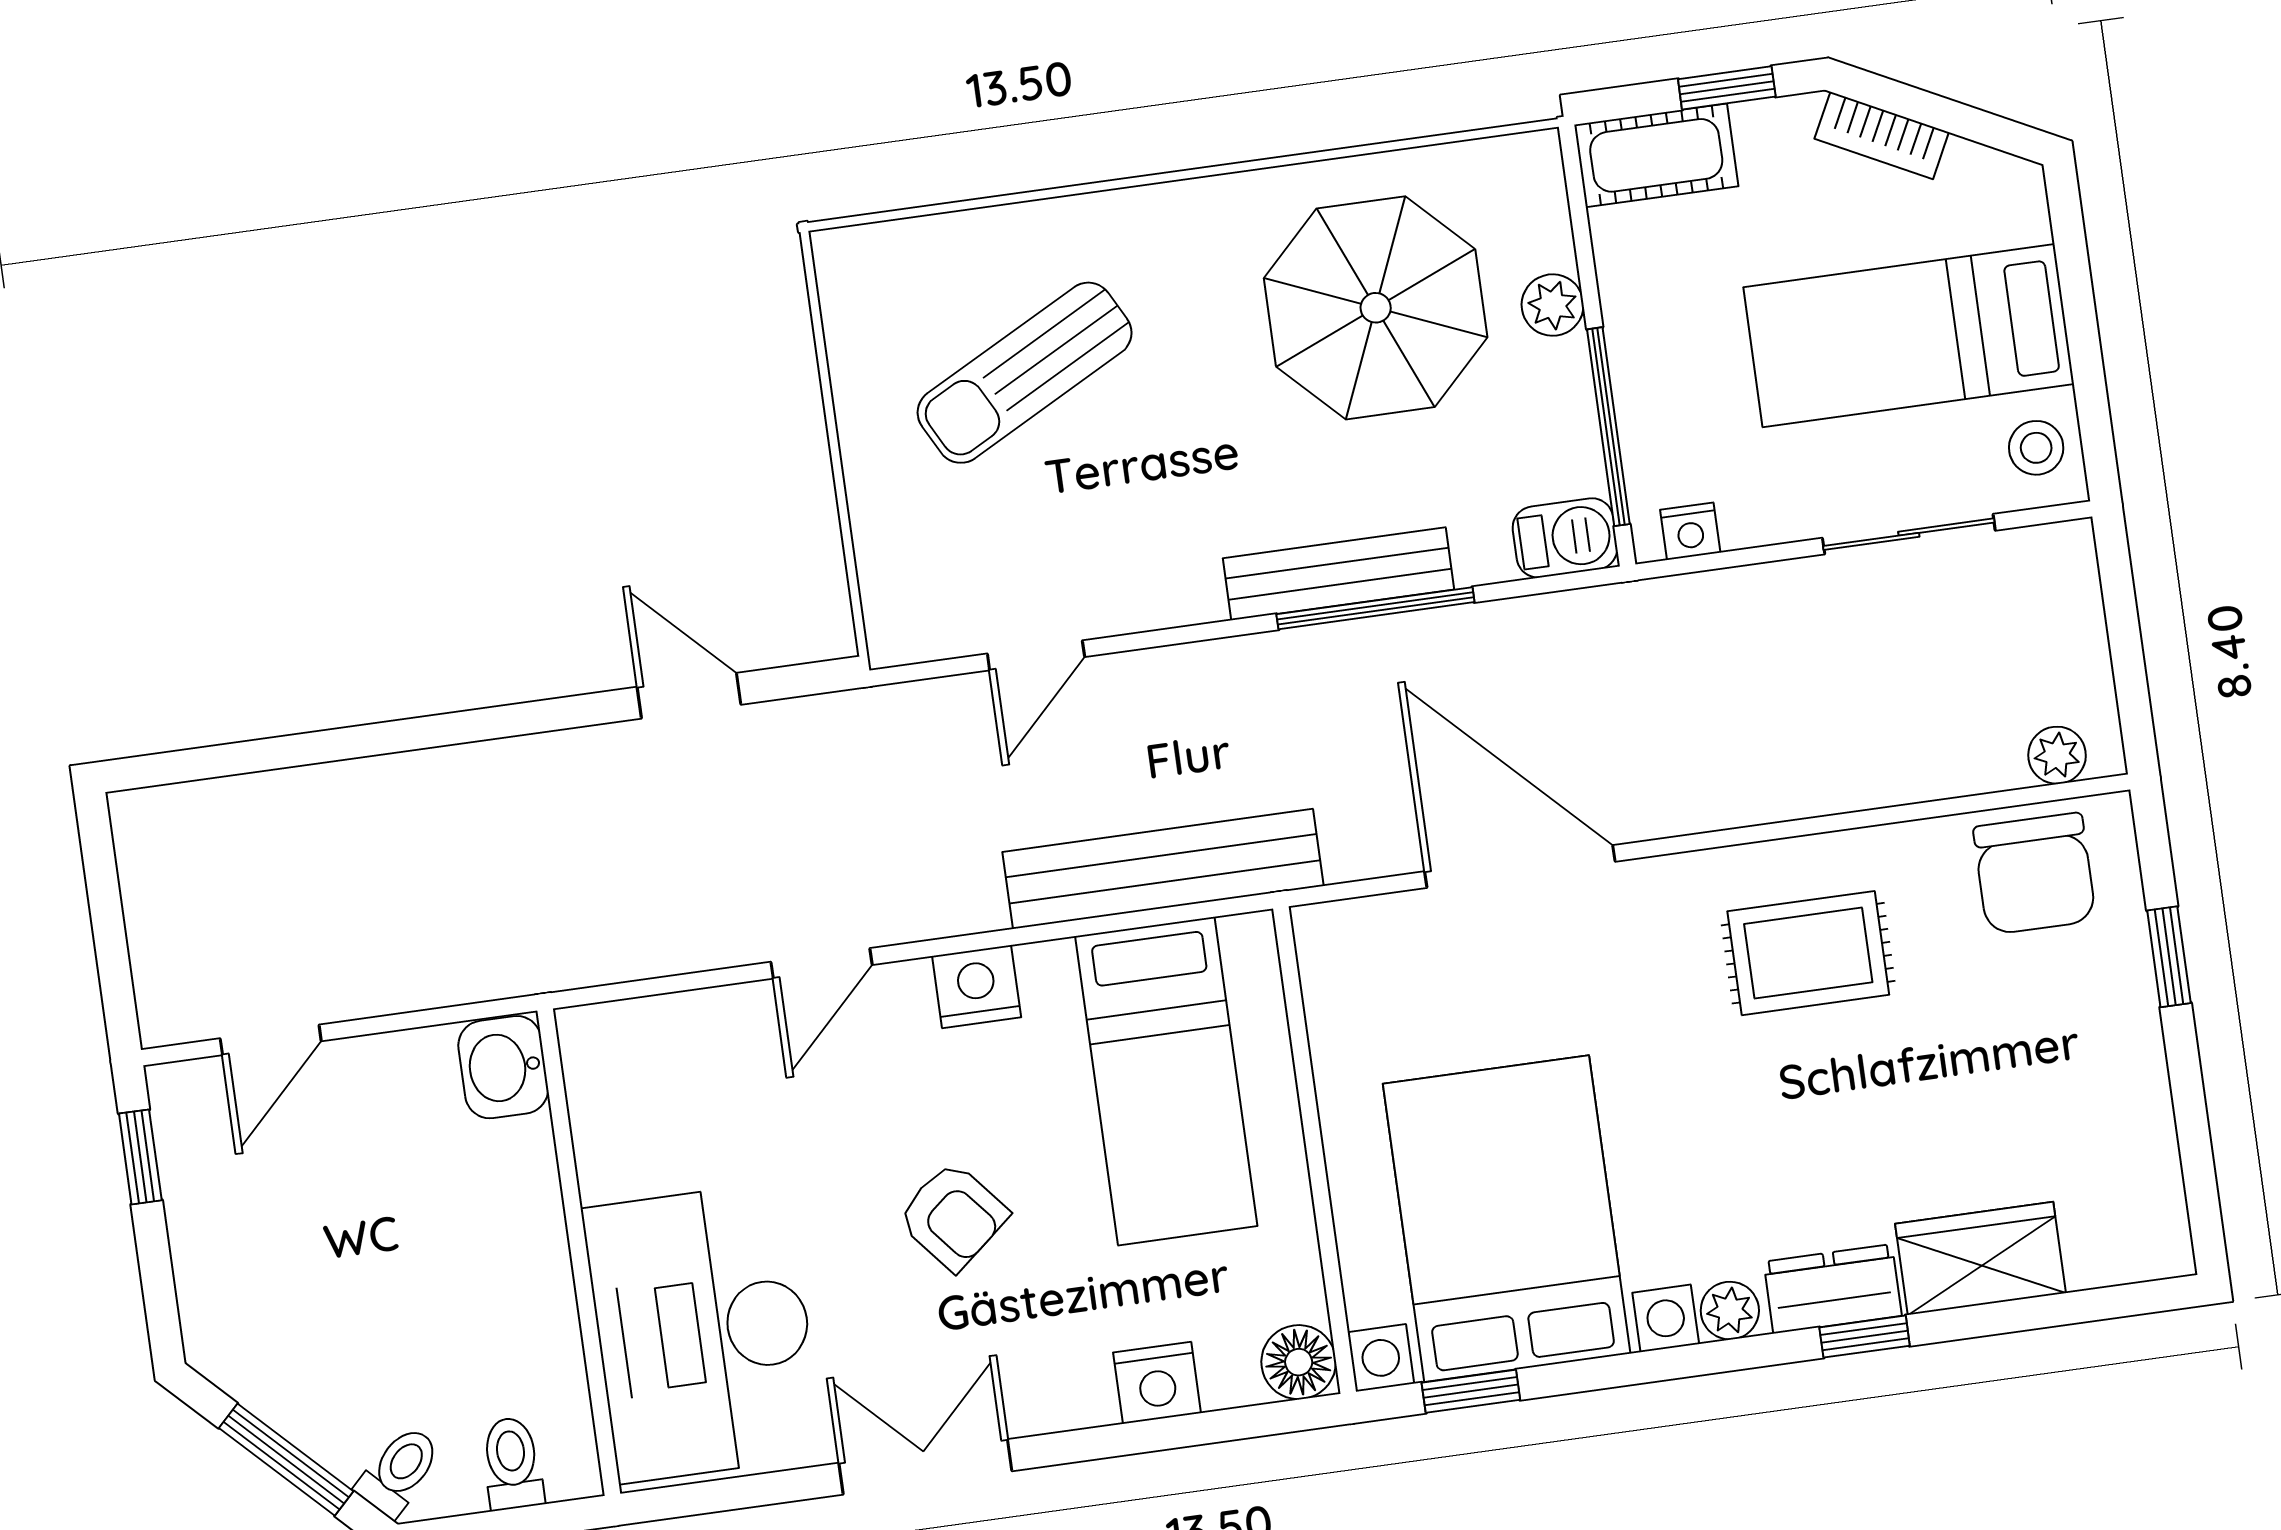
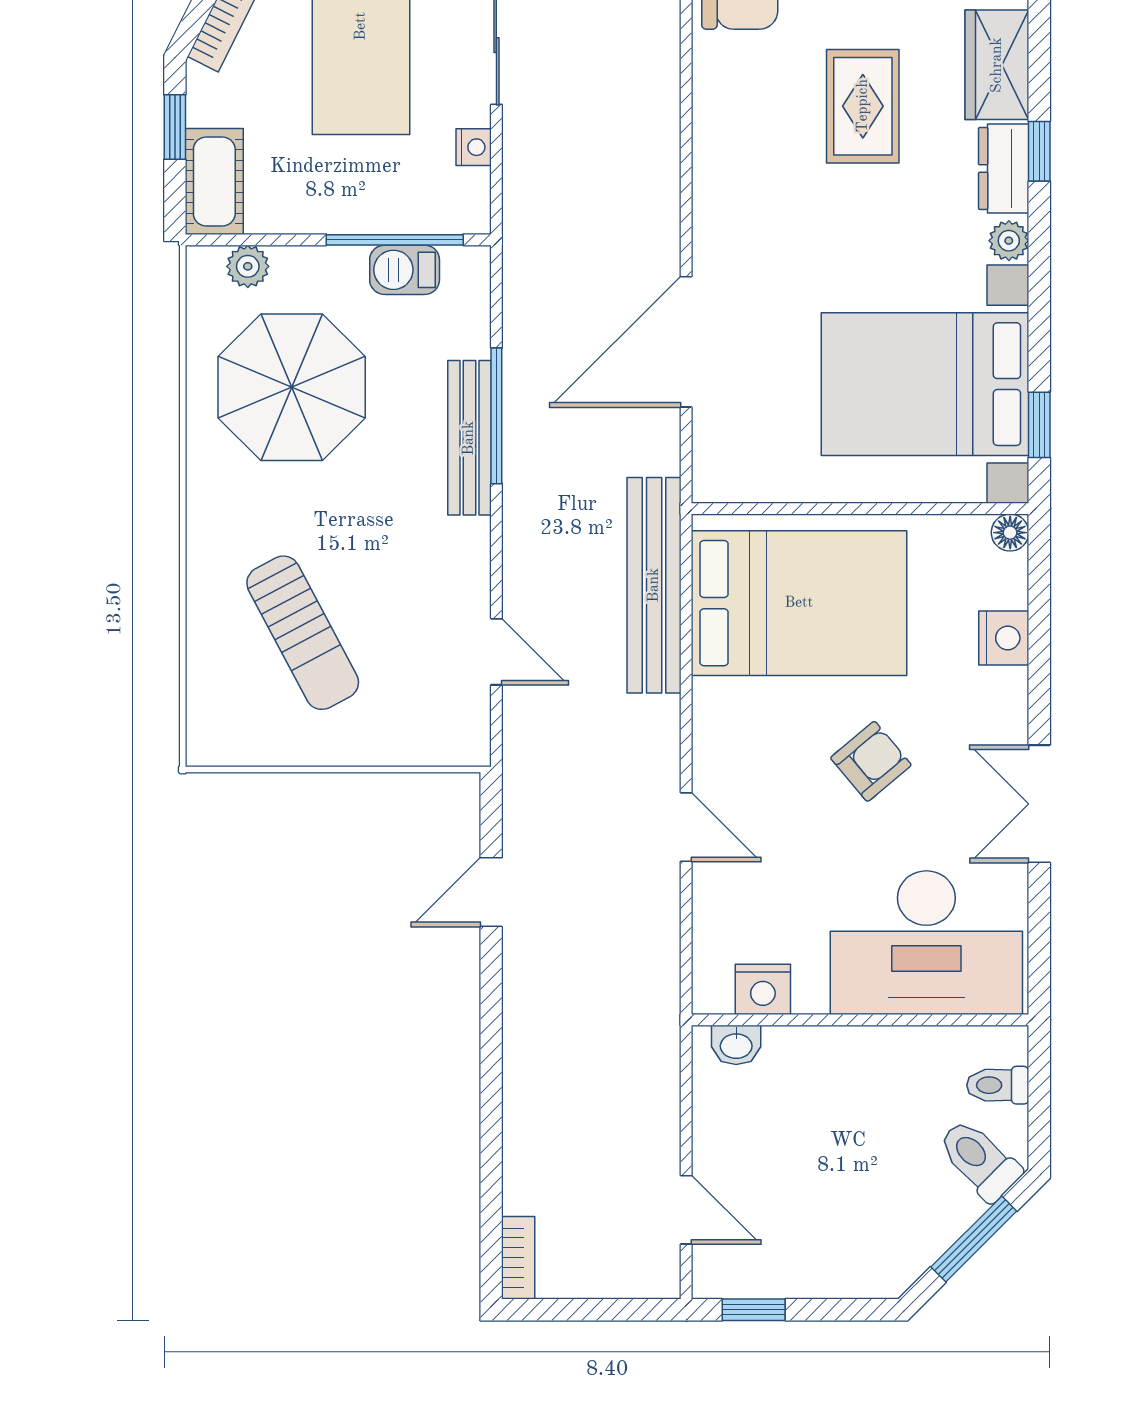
plant: (1553, 305) -> (248, 266), moved
nightstand: (1690, 531) -> (474, 147), moved
barbecue: (1565, 538) -> (405, 270), moved, turned -90
bookcase: (168, 808) -> (518, 1258), added
rug: (1808, 953) -> (863, 106), moved
nightstand: (977, 987) -> (763, 989), moved, turned -90
washbasin: (503, 1067) -> (736, 1045), width x0.72, depth x0.69
bed: (1166, 1081) -> (799, 603), width x1.50
floor lamp: (1299, 1362) -> (1010, 533), width x0.73, depth x0.73
toilet: (399, 1471) -> (979, 1160), width x1.37, depth x1.39

